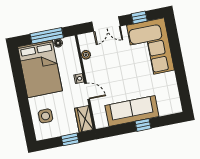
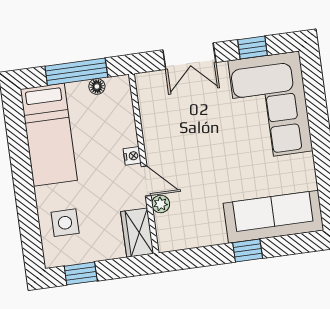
plant: (86, 55) -> (161, 204), moved
bed: (40, 69) -> (49, 135), width x0.67
sofa: (132, 111) -> (274, 217), moved
window: (70, 139) -> (81, 273), moved

